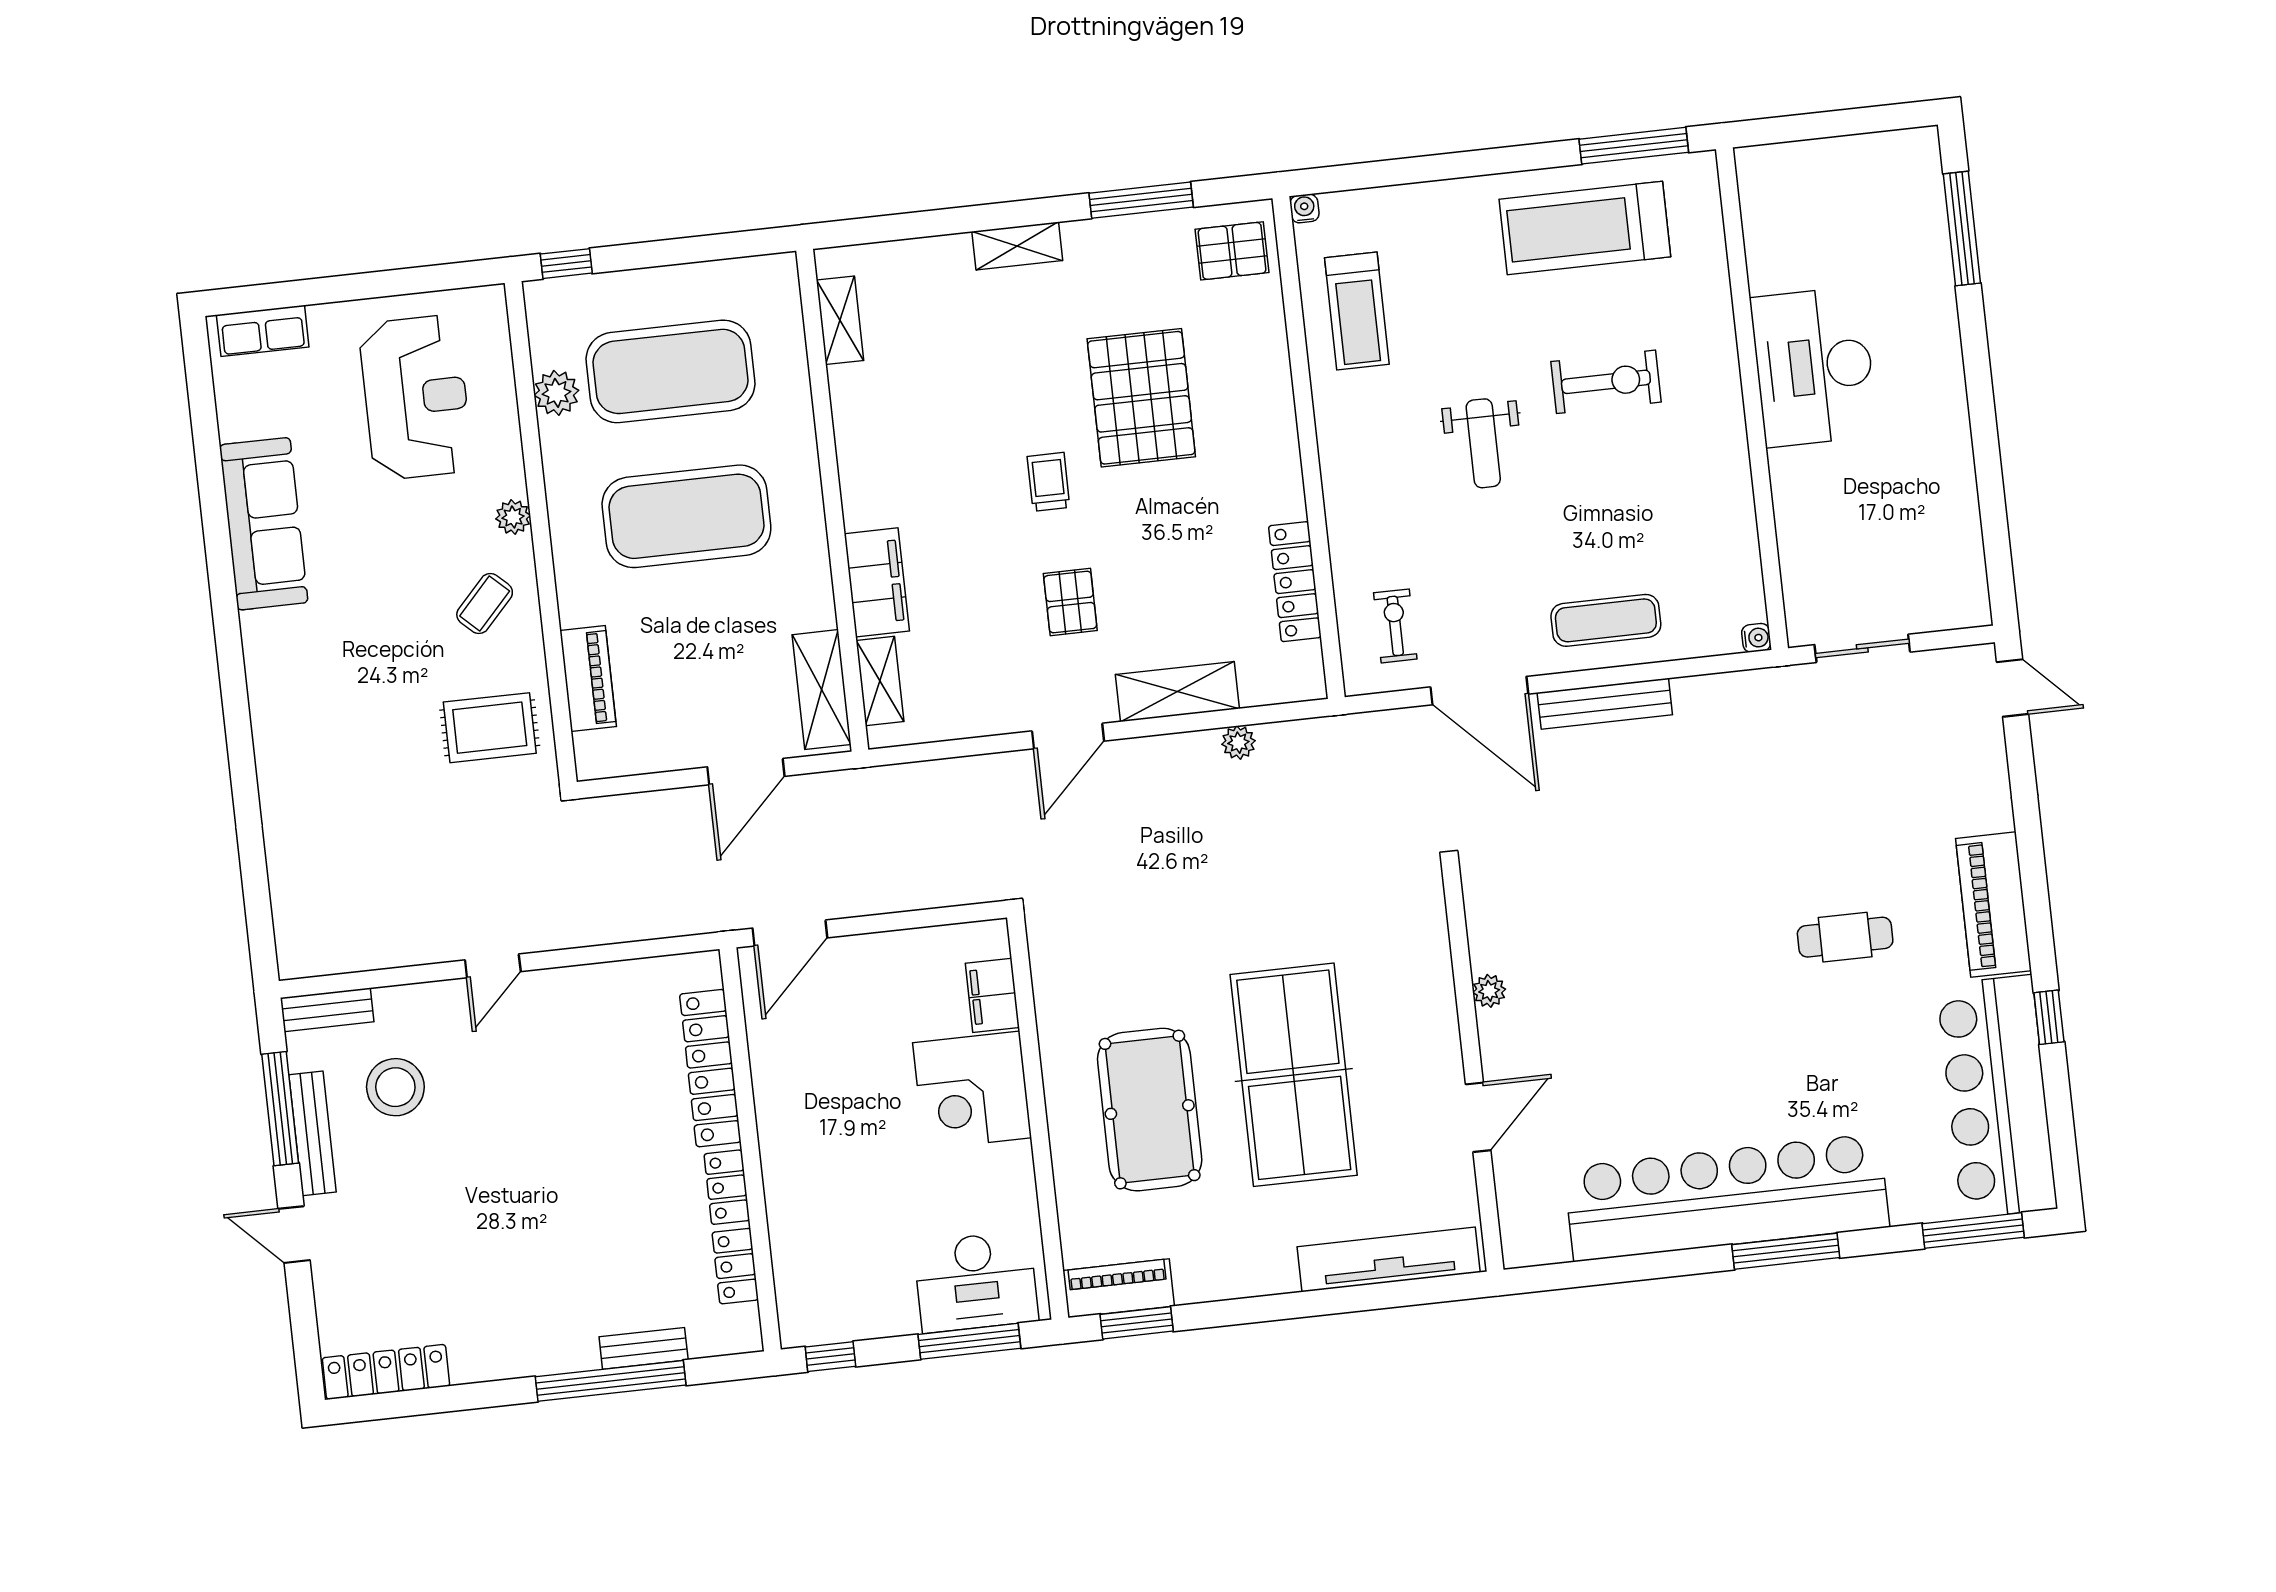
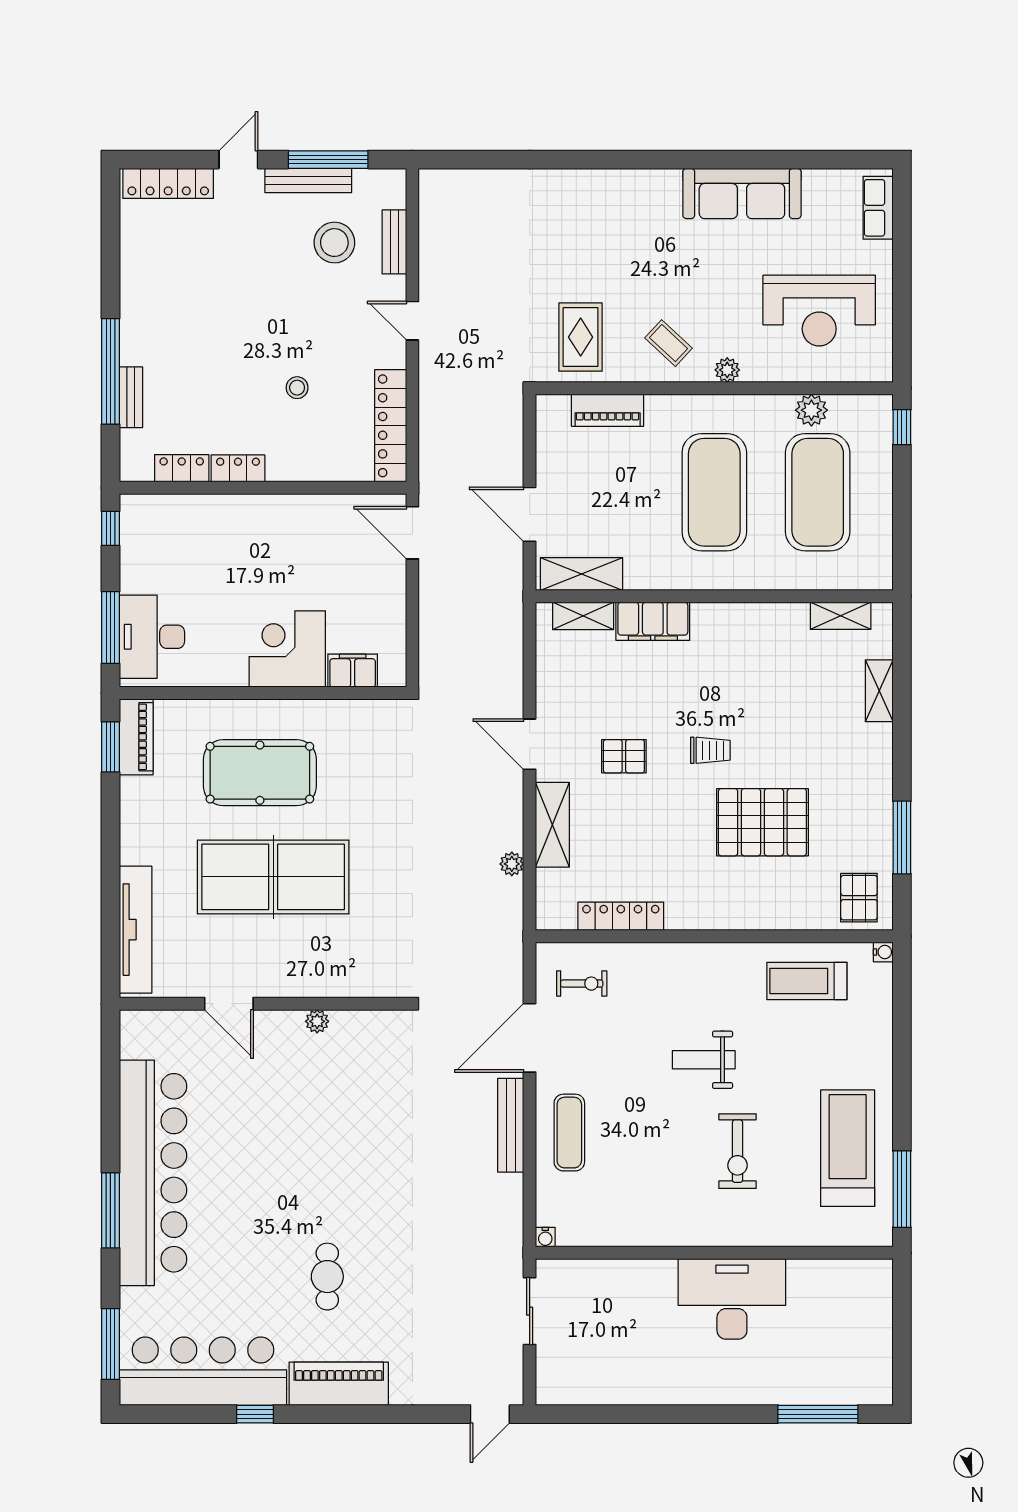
shelving: (1017, 246) -> (879, 691), moved
bench: (327, 1010) -> (394, 242), moved
locker: (710, 1068) -> (391, 426), moved, turned -90
stool: (604, 1117) -> (297, 388), added
locker: (386, 1372) -> (168, 183), moved, turned 90

